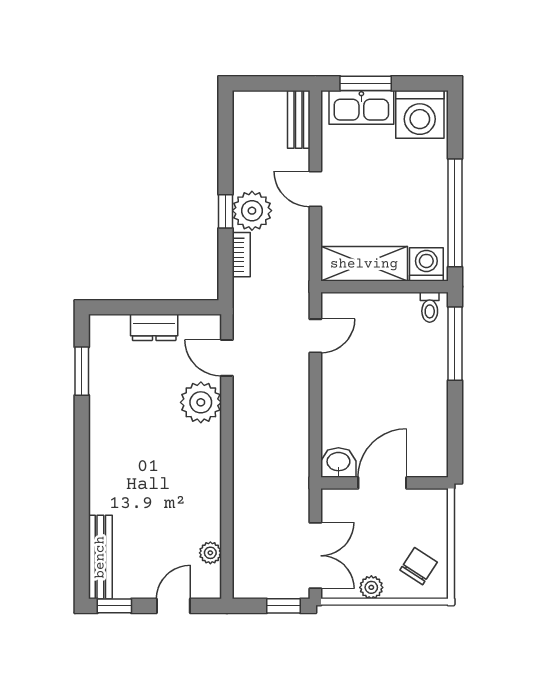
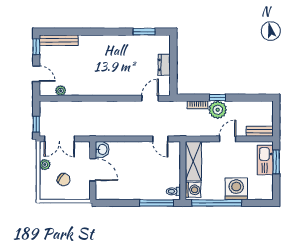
washing machine: (420, 114) -> (236, 189), moved, turned 90
plant: (201, 402) -> (130, 86), removed
chair: (419, 566) -> (64, 180), moved

